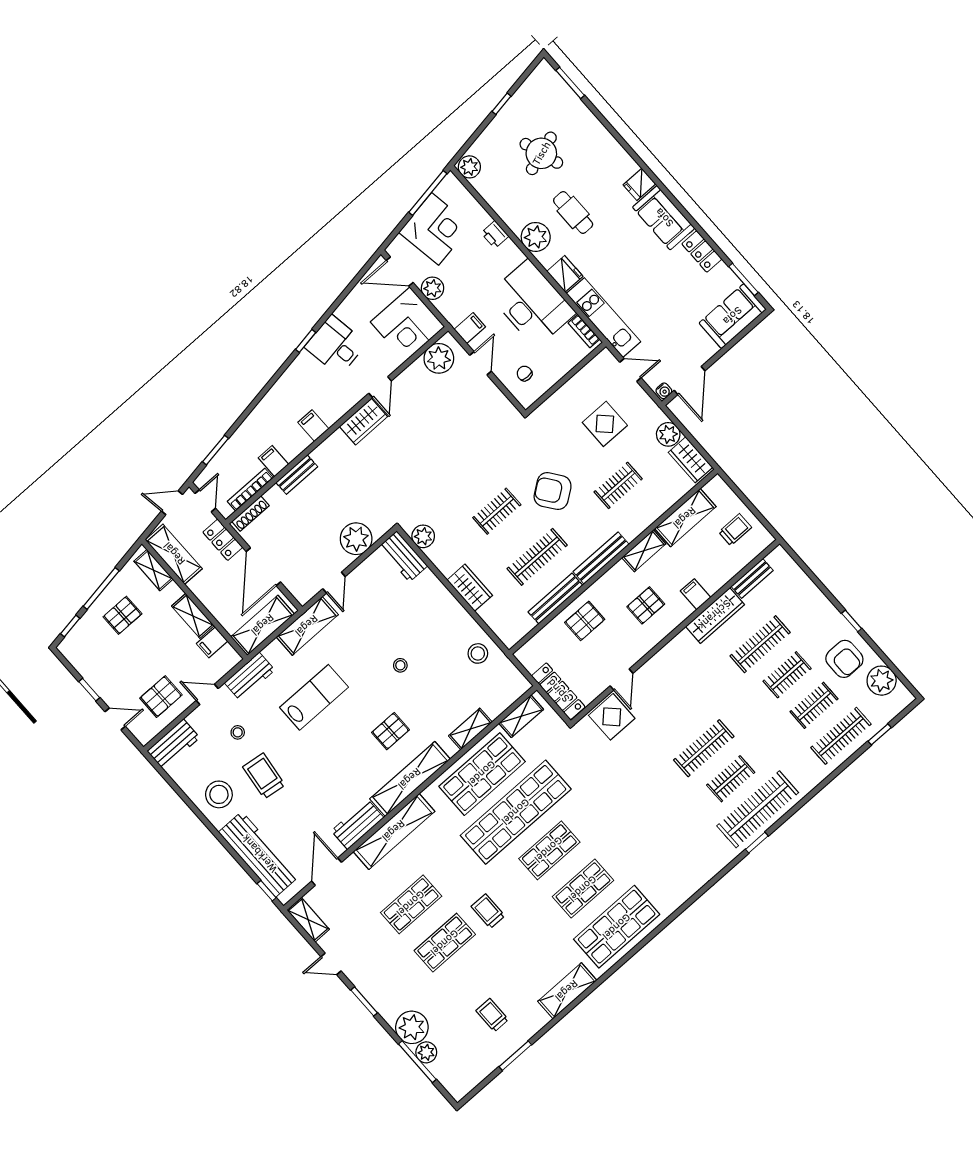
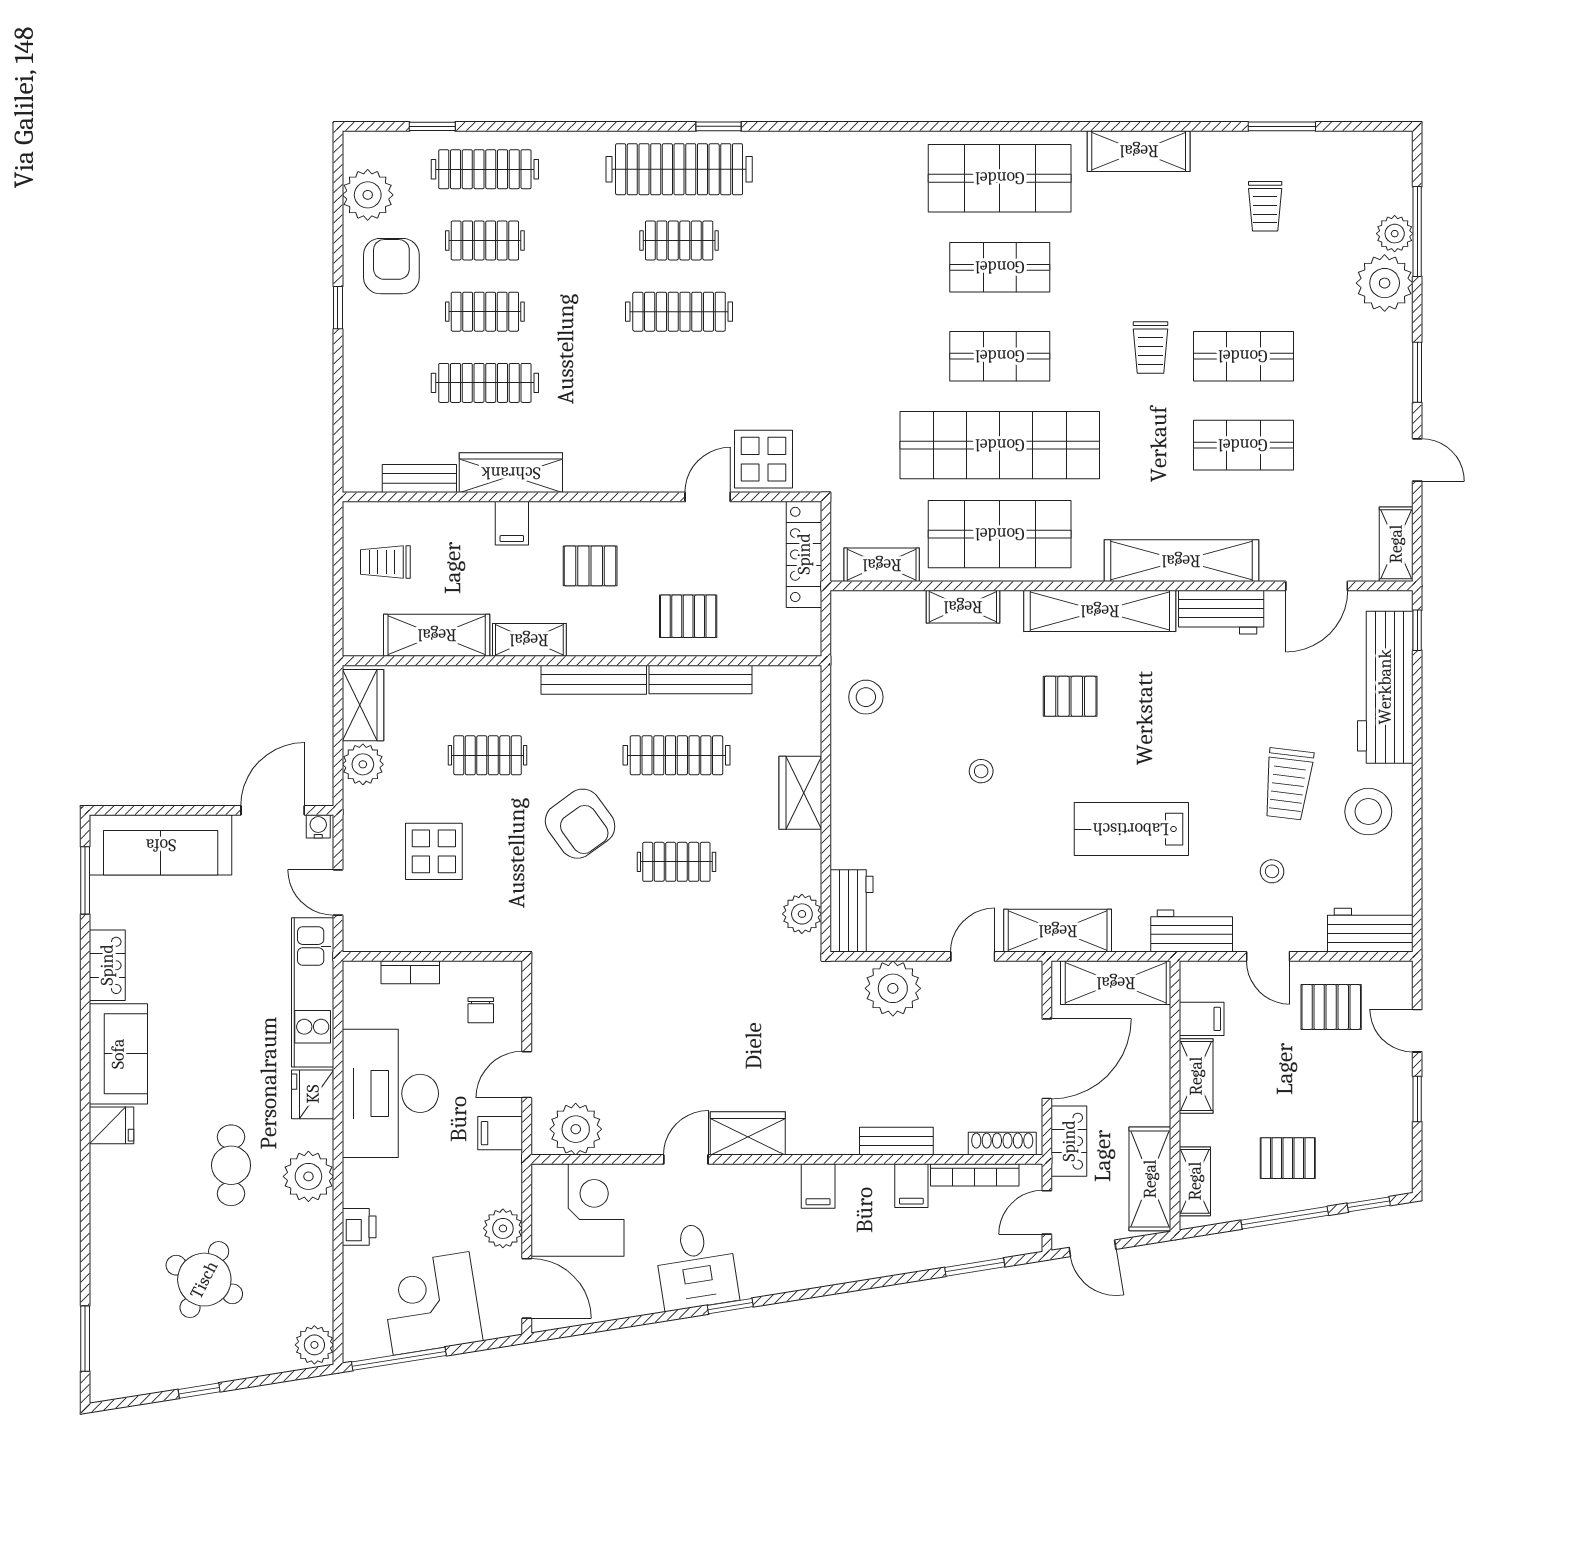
round table: (541, 153) -> (204, 1280), turned 45
sofa: (733, 316) -> (161, 845), width x1.36
bookcase: (584, 331) -> (410, 972), moved, turned 90

